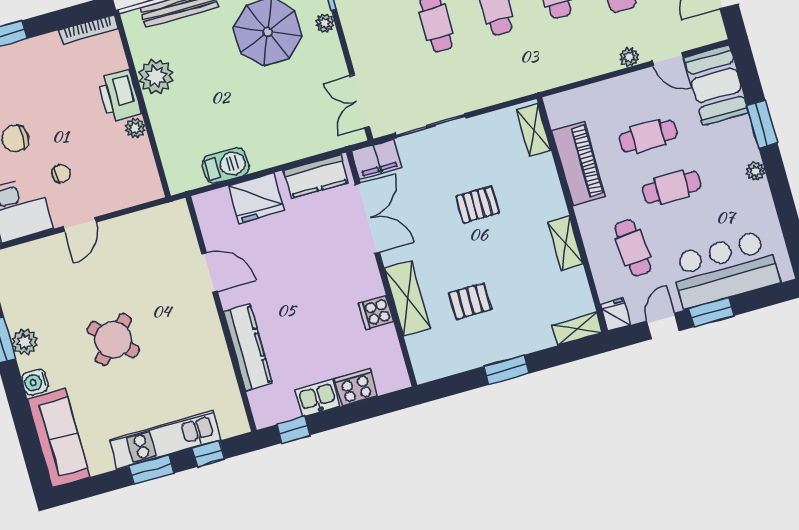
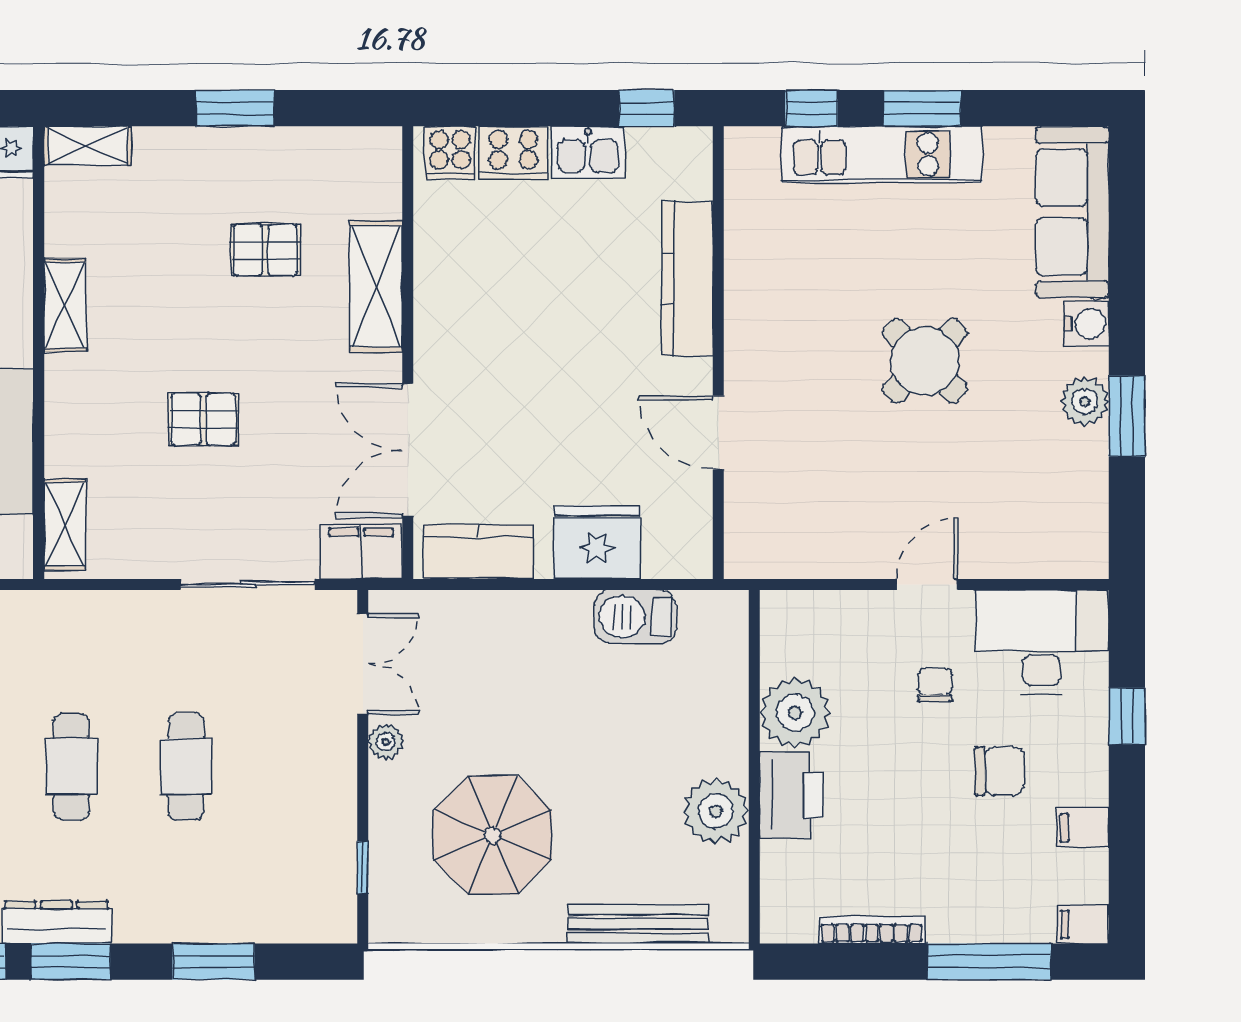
plant: (325, 23) -> (386, 742), moved
bookcase: (88, 29) -> (872, 930), moved
plant: (135, 128) -> (795, 713), width x1.88, depth x1.88
chair: (61, 174) -> (935, 685), turned 90
cooker: (376, 312) -> (450, 153), moved, turned 90

